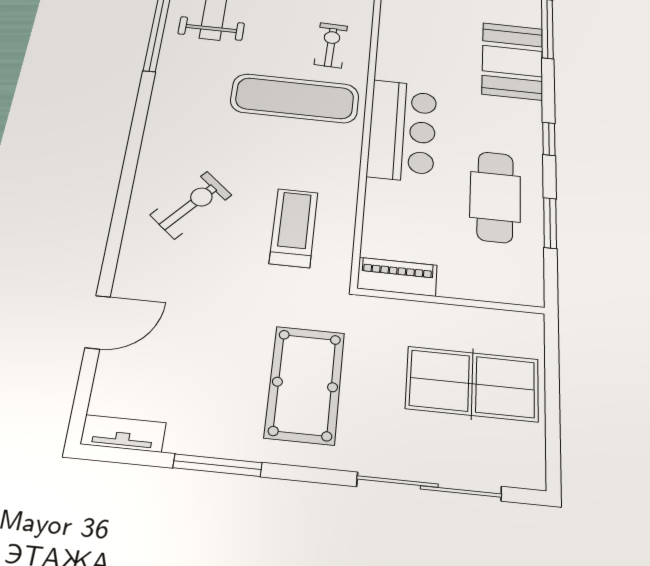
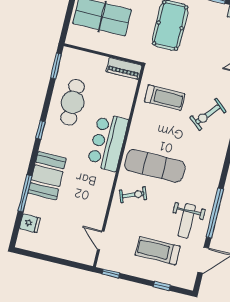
exercise bike: (331, 45) -> (133, 195), turned -113
window: (550, 223) -> (56, 66), moved
treadmill: (294, 228) -> (165, 98), turned -90

